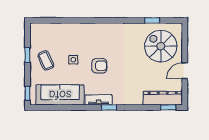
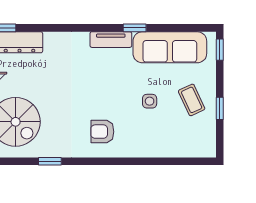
window: (152, 20) -> (50, 161), moved
armchair: (99, 66) -> (102, 132), moved
window: (109, 107) -> (135, 28), moved

